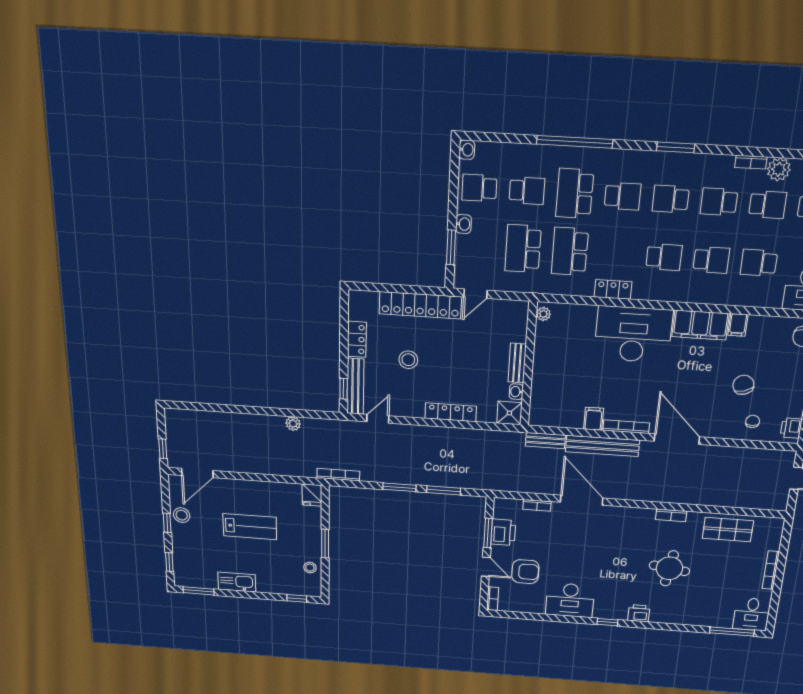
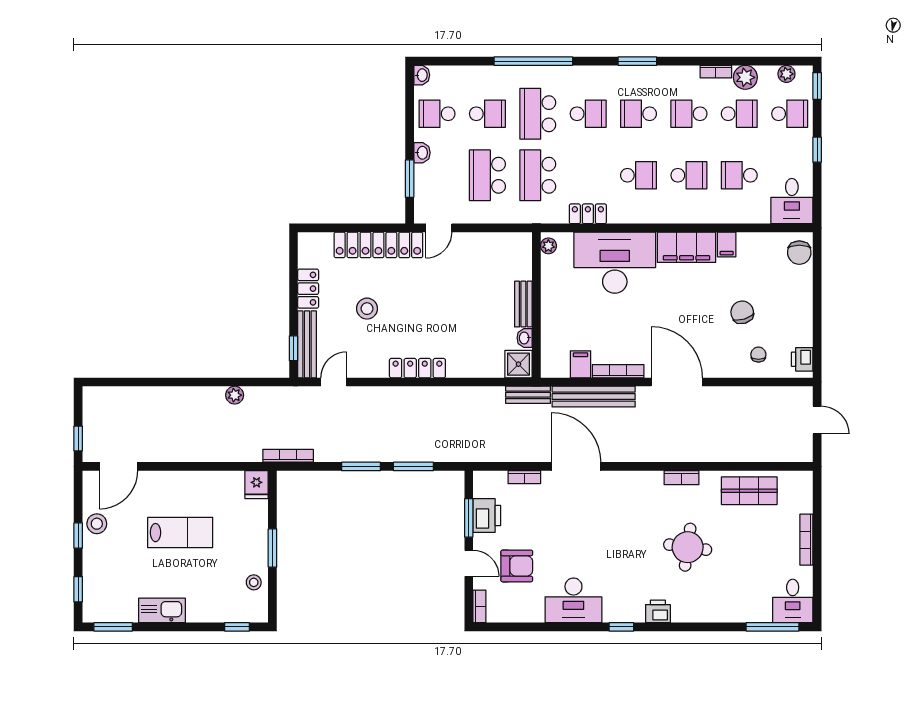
plant: (543, 314) -> (548, 246), moved
bench: (517, 363) -> (523, 304), moved
wall: (529, 364) -> (536, 305), moved
washbasin: (516, 392) -> (525, 338), moved
shower: (509, 413) -> (518, 364), moved

